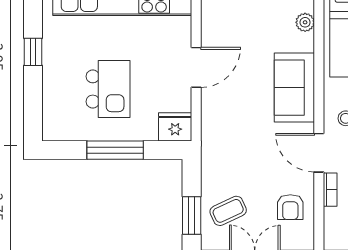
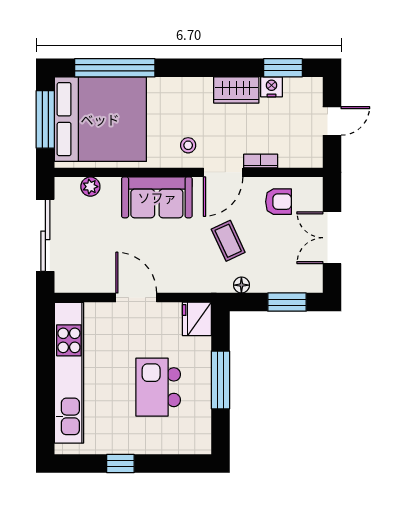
kitchen island: (108, 89) -> (158, 387), turned -90
floor lamp: (208, 171) -> (241, 285), added
coffee table: (228, 211) -> (228, 241), moved

